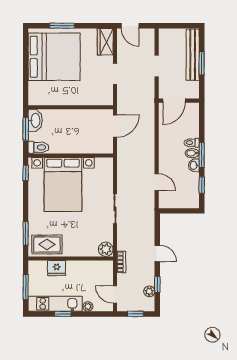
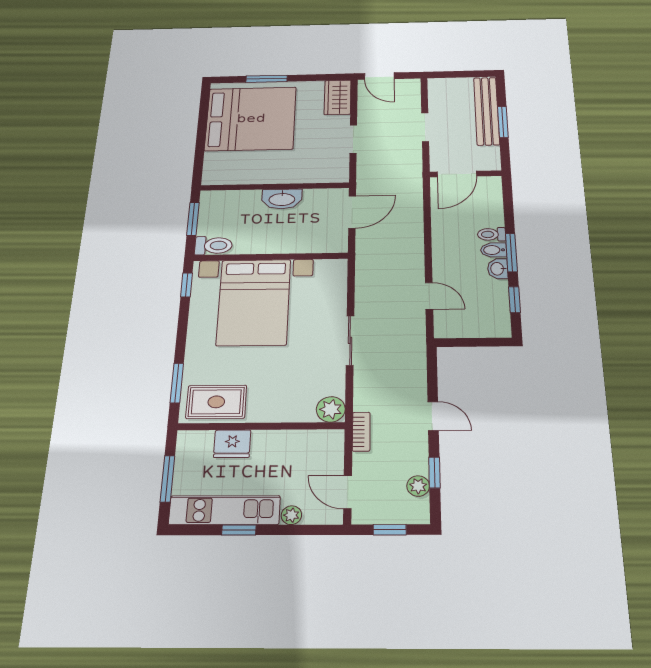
washbasin: (35, 120) -> (282, 199), moved, turned 90

